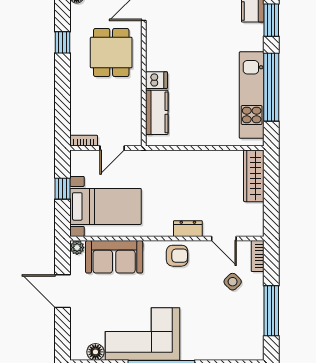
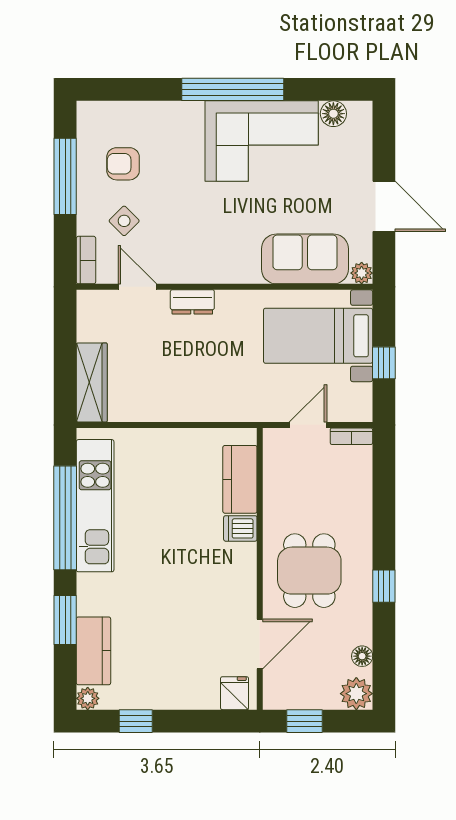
armchair: (177, 256) -> (123, 164), moved

